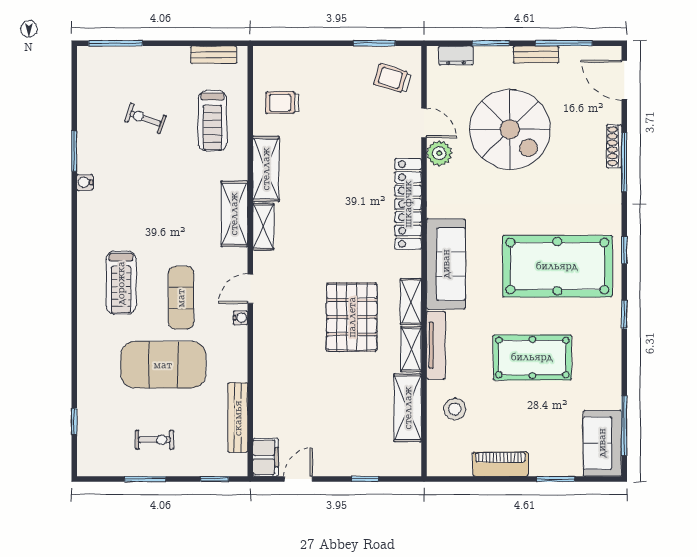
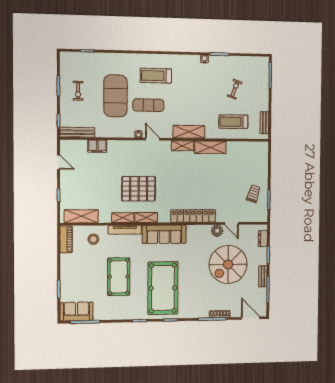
trolley: (393, 79) -> (253, 194), moved
door: (624, 80) -> (251, 318), hinge flipped
trolley: (282, 103) -> (242, 156), removed
door: (424, 123) -> (231, 223), hinge flipped
shelving: (408, 408) -> (81, 216), moved
bench: (238, 418) -> (77, 132), moved
filing cabinet: (265, 457) -> (97, 146), moved
piano: (500, 464) -> (66, 239), moved

